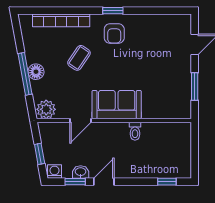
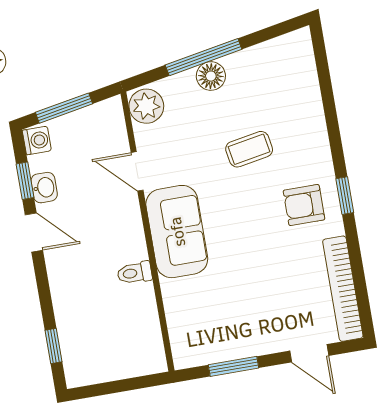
bookcase: (61, 20) -> (343, 289), moved
coffee table: (79, 58) -> (249, 149), turned -44
window: (40, 154) -> (64, 108), width x1.50

